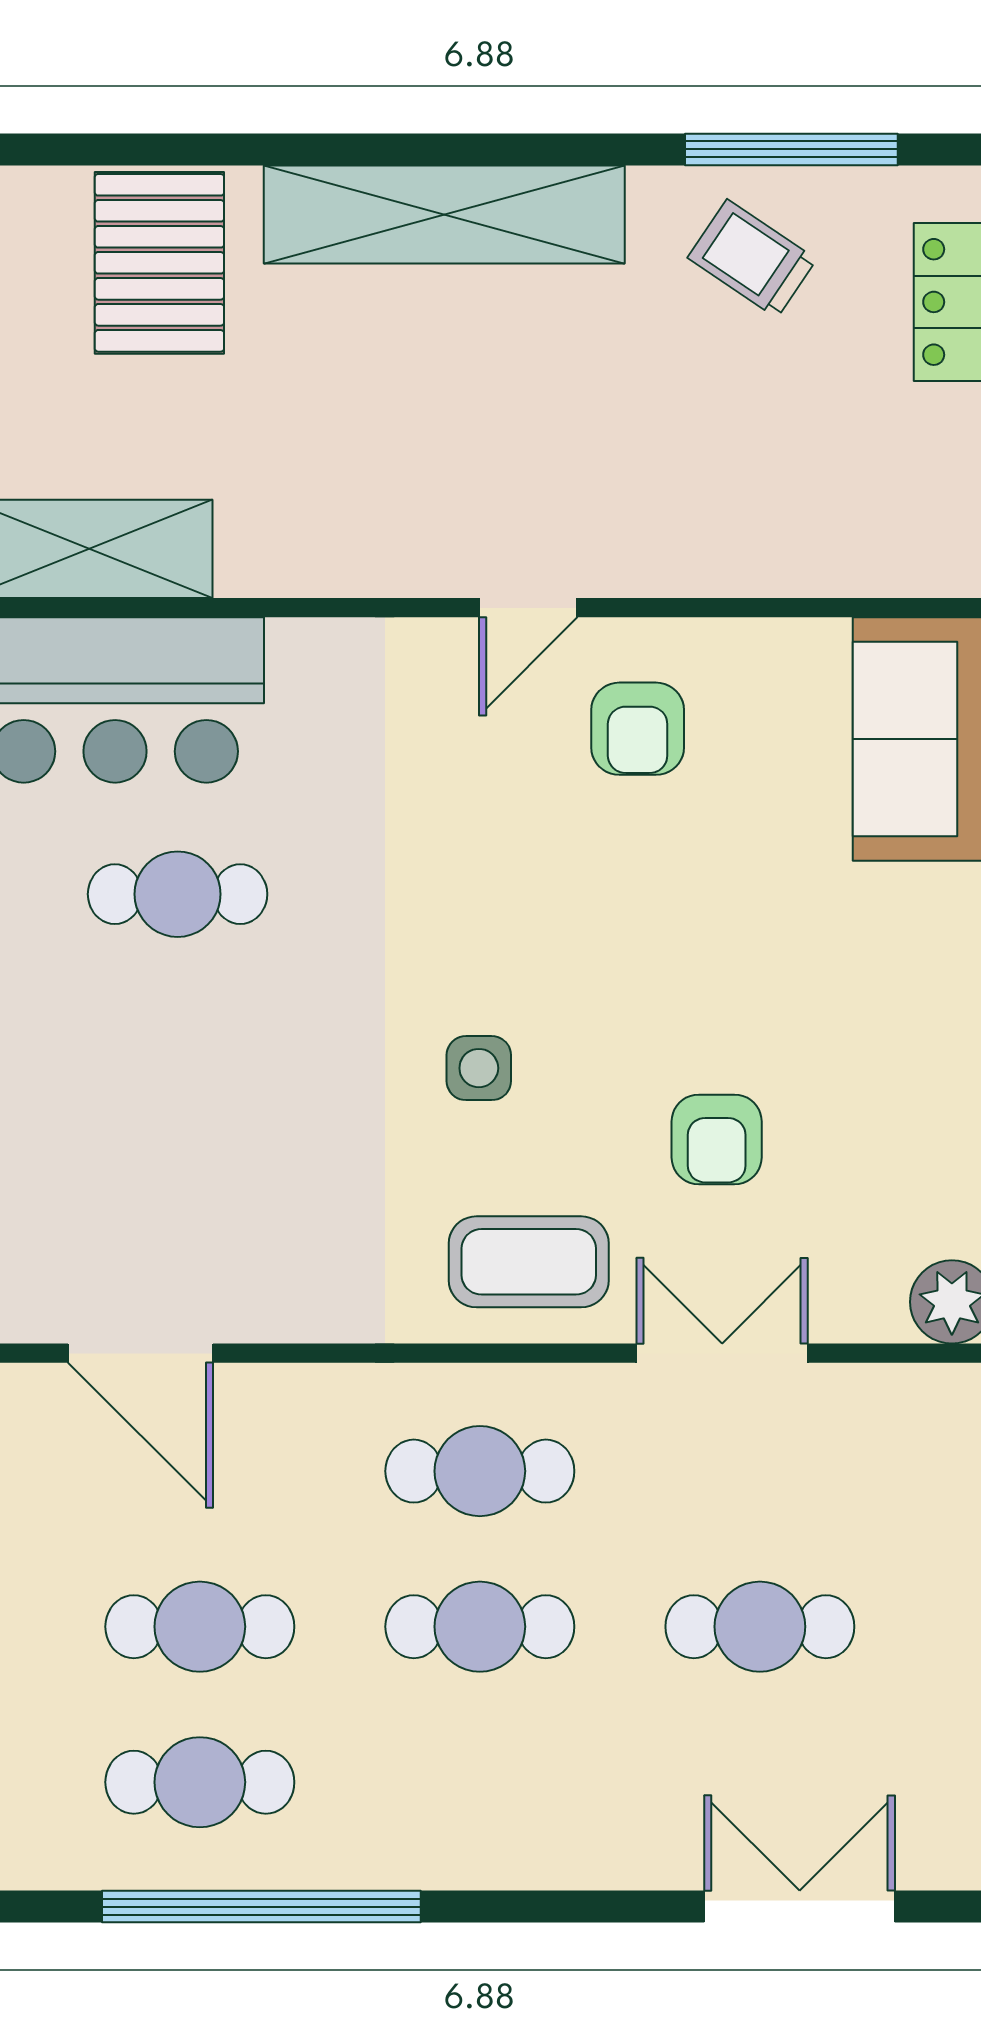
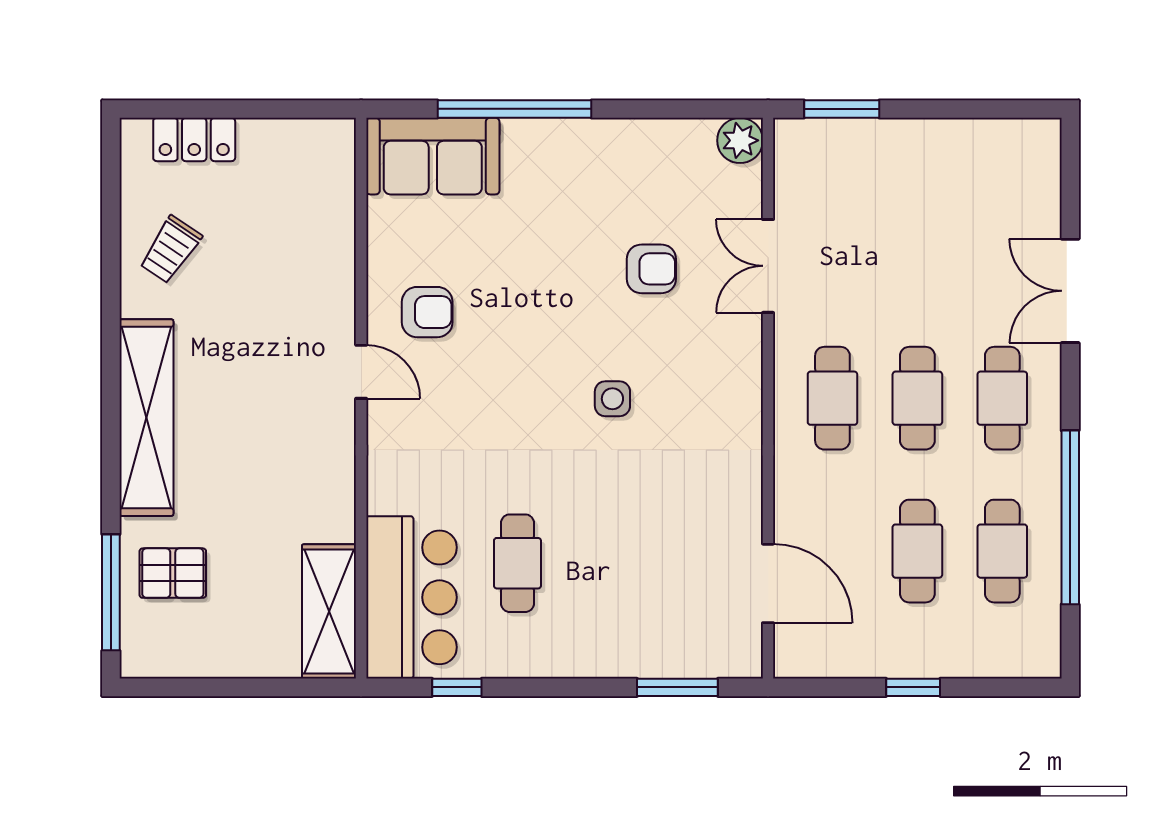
window: (791, 149) -> (111, 592), moved
pallet: (159, 263) -> (173, 573), width x0.67, depth x0.71
coffee table: (529, 1262) -> (718, 371), removed
door: (140, 1353) -> (768, 583), hinge flipped
cafe table: (760, 1627) -> (1002, 398), moved
double door: (800, 1907) -> (1070, 291), moved

